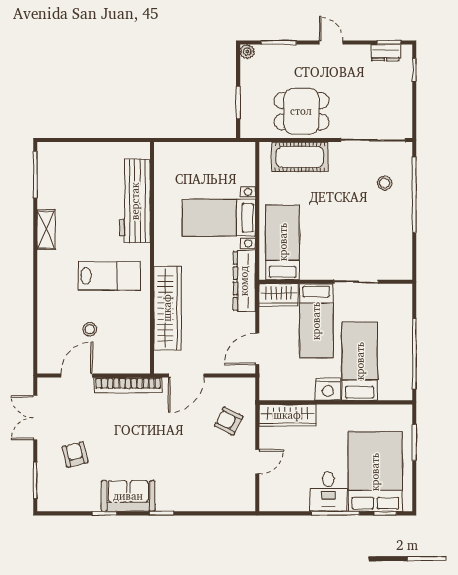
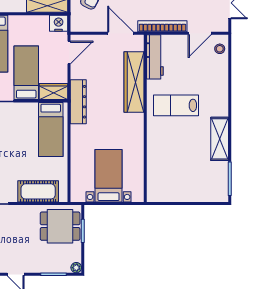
dining table: (301, 111) -> (60, 226), moved
workbench: (135, 201) -> (155, 57), moved, width x0.73, depth x0.76
bed with nightstands: (219, 218) -> (109, 176), moved, turned -90
shelving: (46, 230) -> (220, 139), width x1.50, depth x1.33
stool: (90, 329) -> (220, 49), moved
door: (186, 376) -> (120, 33), hinge flipped
nightstand: (328, 389) -> (59, 23), moved

